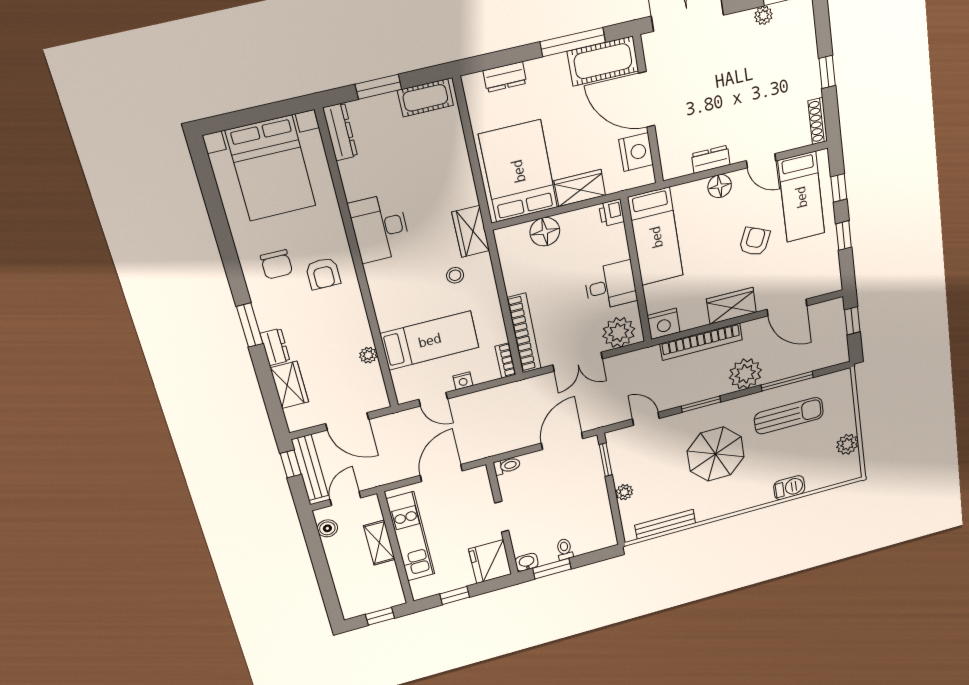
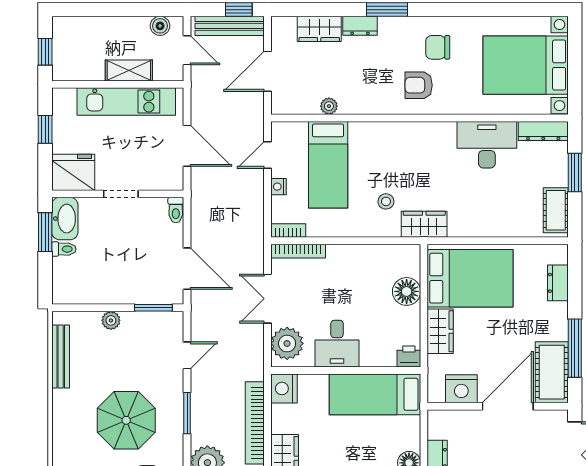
desk: (380, 228) -> (487, 145), moved
bookcase: (524, 333) -> (298, 251), width x0.68, depth x0.76
washbasin: (527, 562) -> (65, 219), width x1.91, depth x1.45

